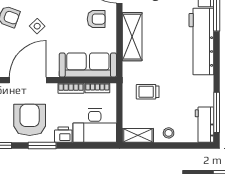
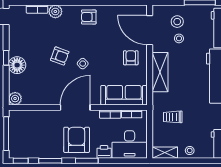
armchair: (96, 19) -> (131, 58), turned -90

